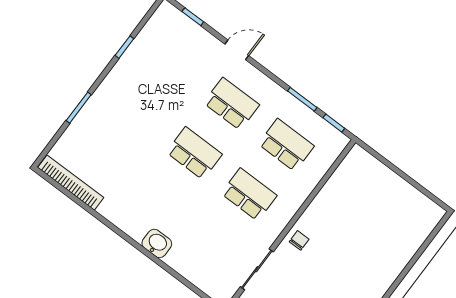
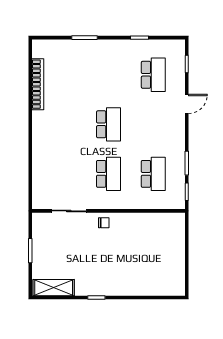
door: (237, 50) -> (187, 104), hinge flipped
school desk: (232, 104) -> (153, 75), moved
bookcase: (71, 183) -> (38, 84), moved
washbasin: (157, 243) -> (40, 142), removed

